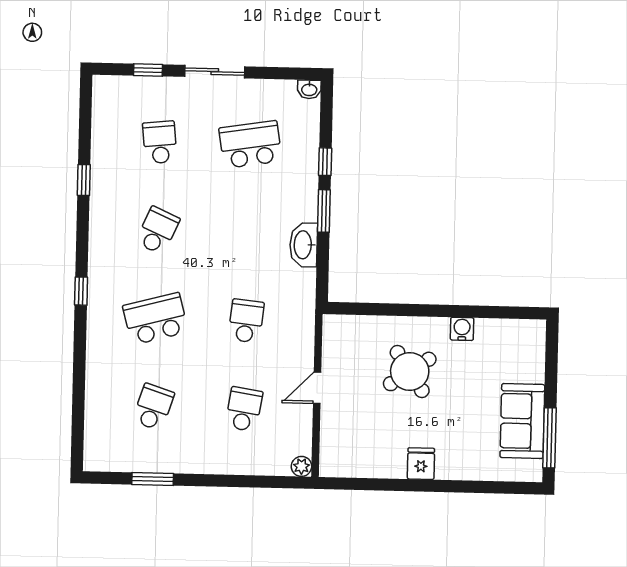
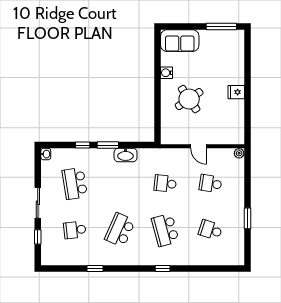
school desk: (158, 231) -> (120, 230), width x1.85
window: (81, 291) -> (163, 268), moved
sofa: (522, 421) -> (180, 41), moved
window: (153, 479) -> (247, 218), moved

